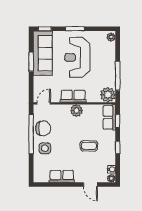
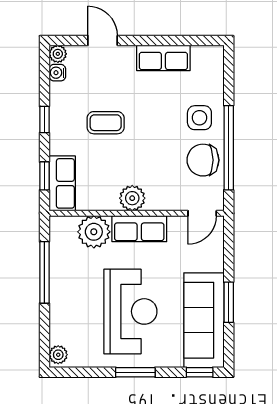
plant: (108, 95) -> (94, 232), moved

